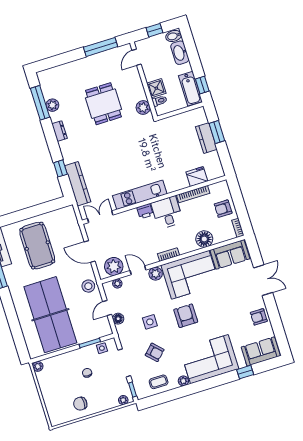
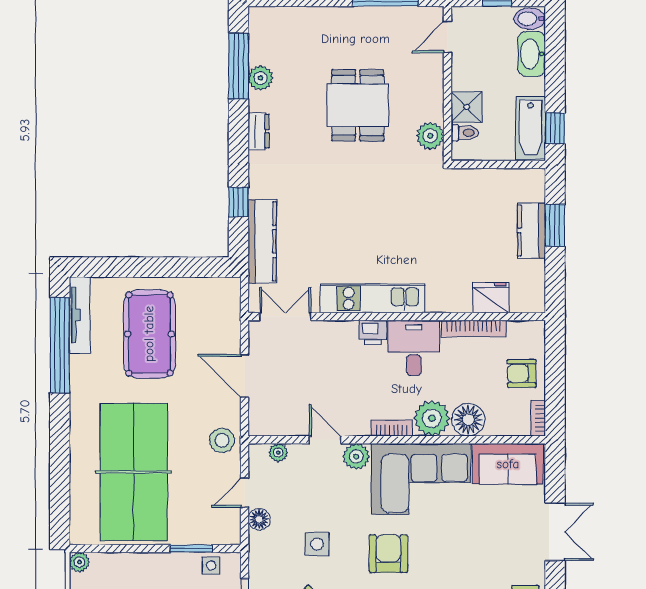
plant: (114, 266) -> (432, 418), moved

